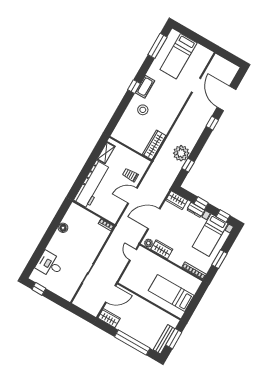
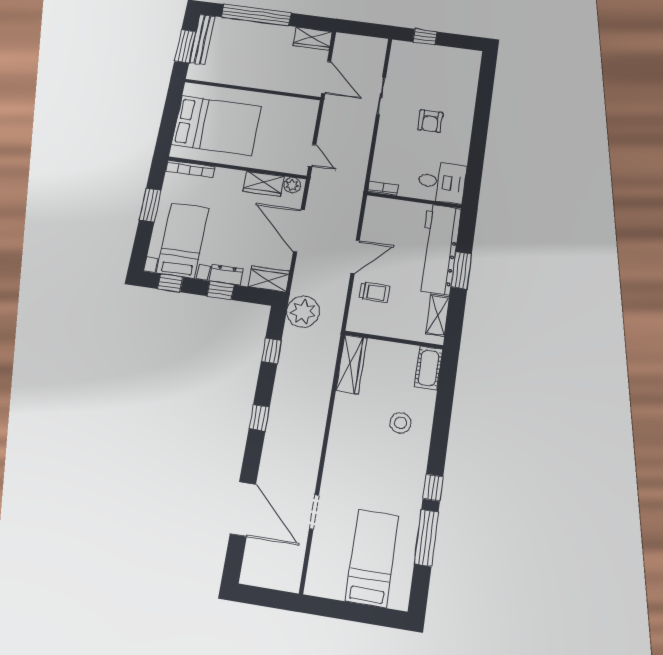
window: (157, 46) -> (426, 538), moved
window: (134, 87) -> (433, 488), moved
cot: (145, 87) -> (428, 368), moved
window: (212, 123) -> (259, 418), moved
plant: (181, 153) -> (303, 312), moved
window: (86, 170) -> (461, 270), added
door: (154, 219) -> (299, 231), swing flipped
floor lamp: (63, 228) -> (459, 155), removed
armchair: (69, 251) -> (430, 121), added
desk: (50, 264) -> (442, 182), moved
window: (39, 289) -> (425, 37), moved
bed: (171, 293) -> (216, 125), width x1.50
door: (111, 294) -> (326, 78), swing flipped

